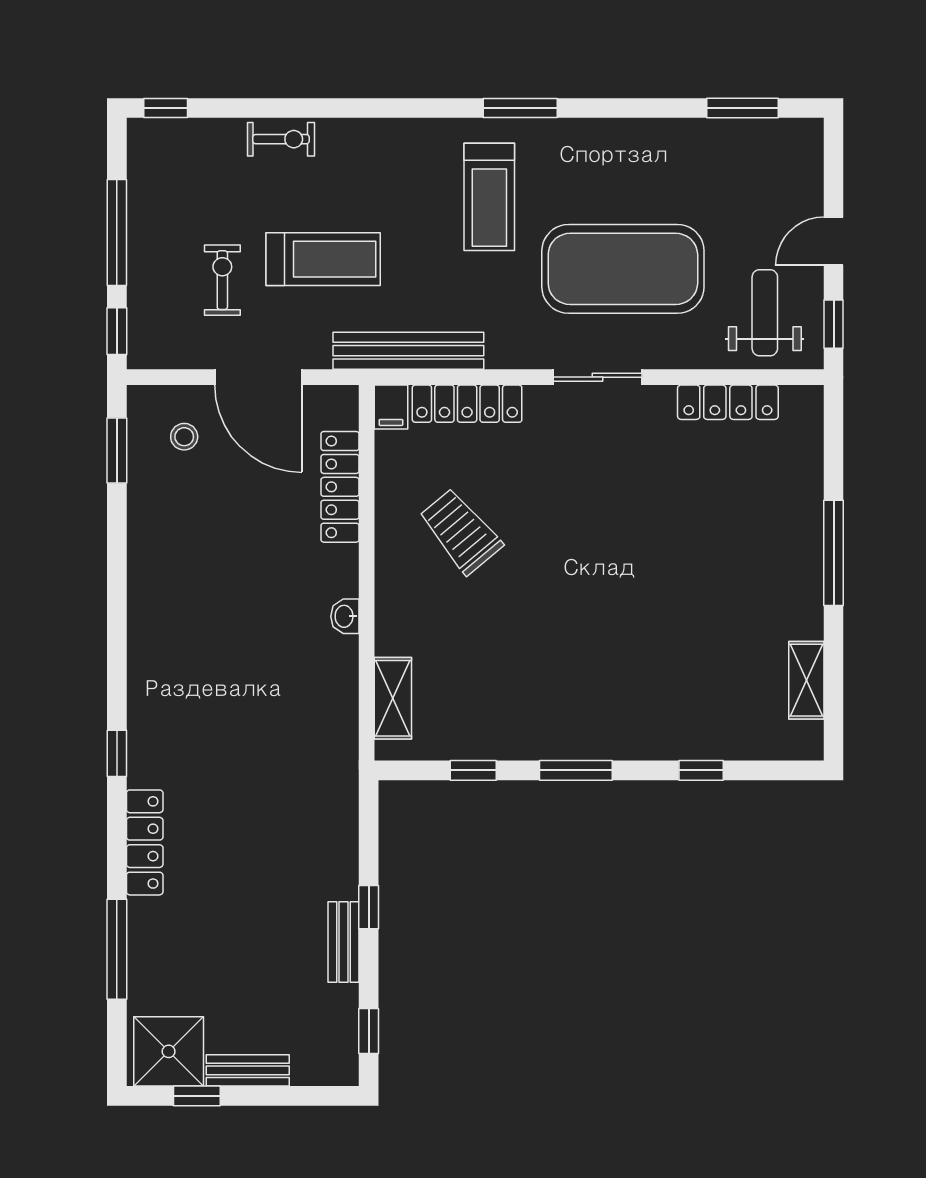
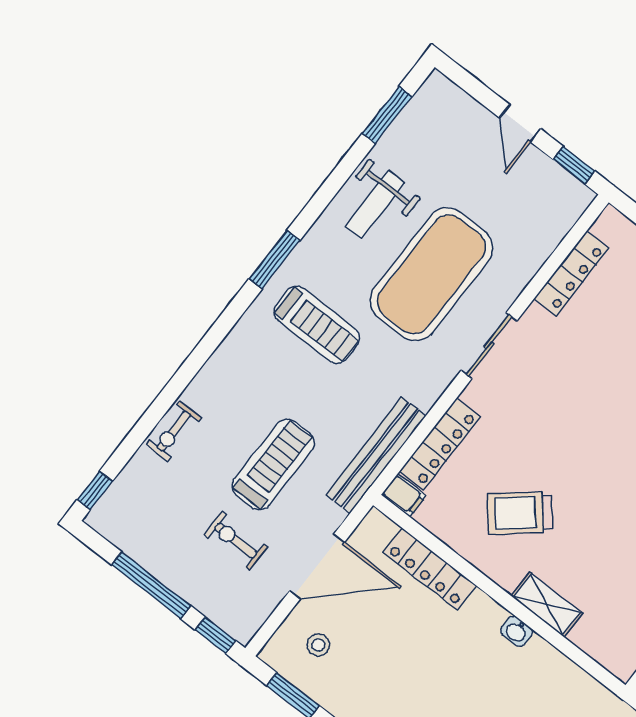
exercise bike: (281, 139) -> (174, 431), turned 180
weight bench: (765, 313) -> (375, 205), moved, turned -90
shelving: (393, 698) -> (547, 605), moved

